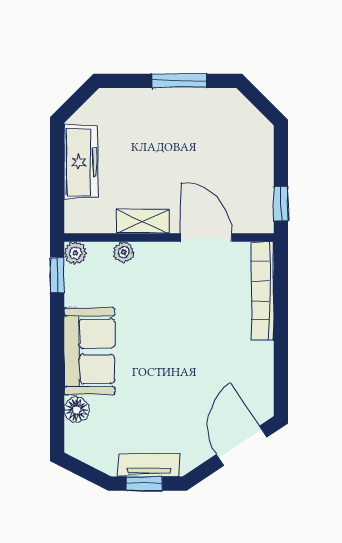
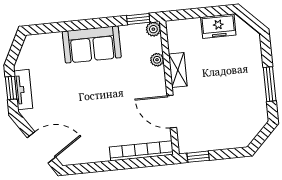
freezer: (81, 162) -> (218, 26), width x0.71
door: (206, 238) -> (172, 112), swing flipped
floor lamp: (77, 410) -> (54, 40), removed

